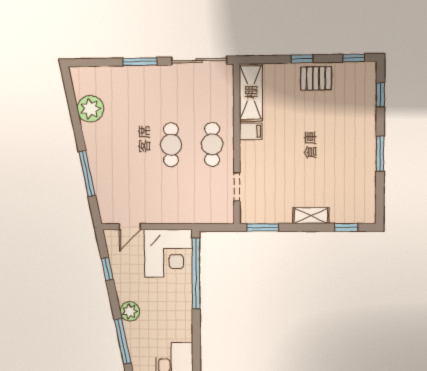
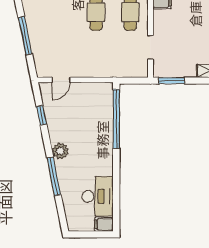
corner desk: (168, 253) -> (93, 102), removed

